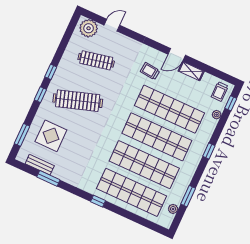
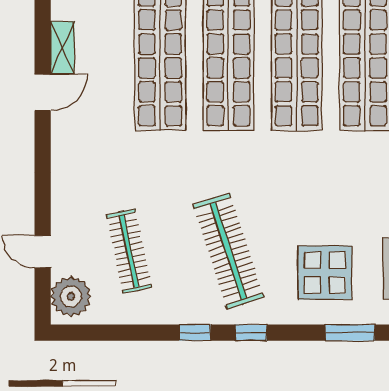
door: (177, 55) -> (43, 92), hinge flipped
trolley: (150, 71) -> (101, 131), removed

